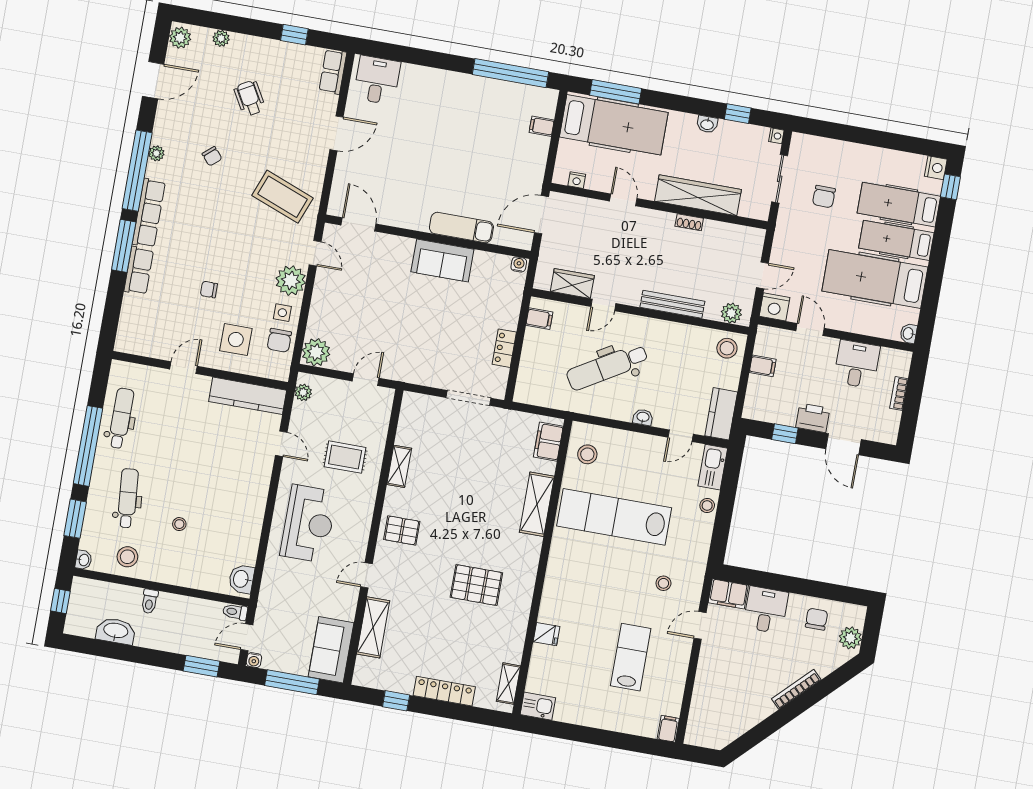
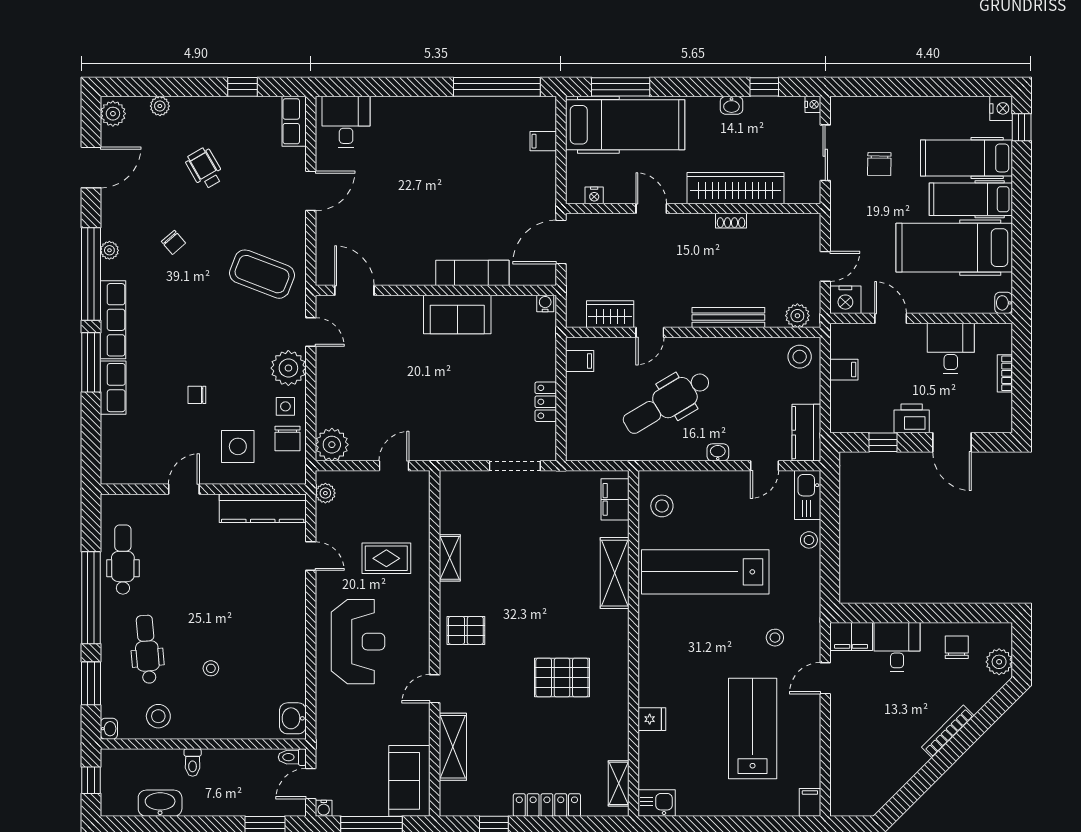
lab bench: (631, 657) -> (753, 728), width x1.36, depth x1.39

